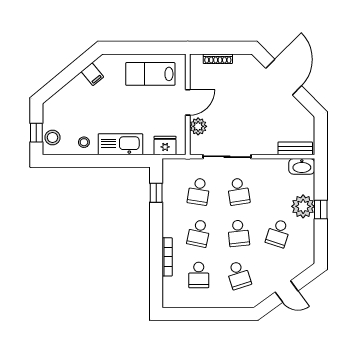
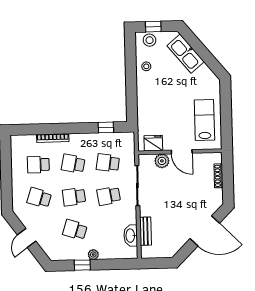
filing cabinet: (92, 74) -> (203, 72), removed
kitchen sink: (120, 144) -> (186, 54), moved, turned 140
fridge: (165, 145) -> (153, 143), moved, turned -90
bench: (295, 148) -> (146, 231), moved
washbasin: (302, 166) -> (131, 236), moved
plant: (303, 206) -> (93, 255), width x0.53, depth x0.53
window: (321, 209) -> (82, 265), moved
school desk: (238, 275) -> (39, 198), turned 36

